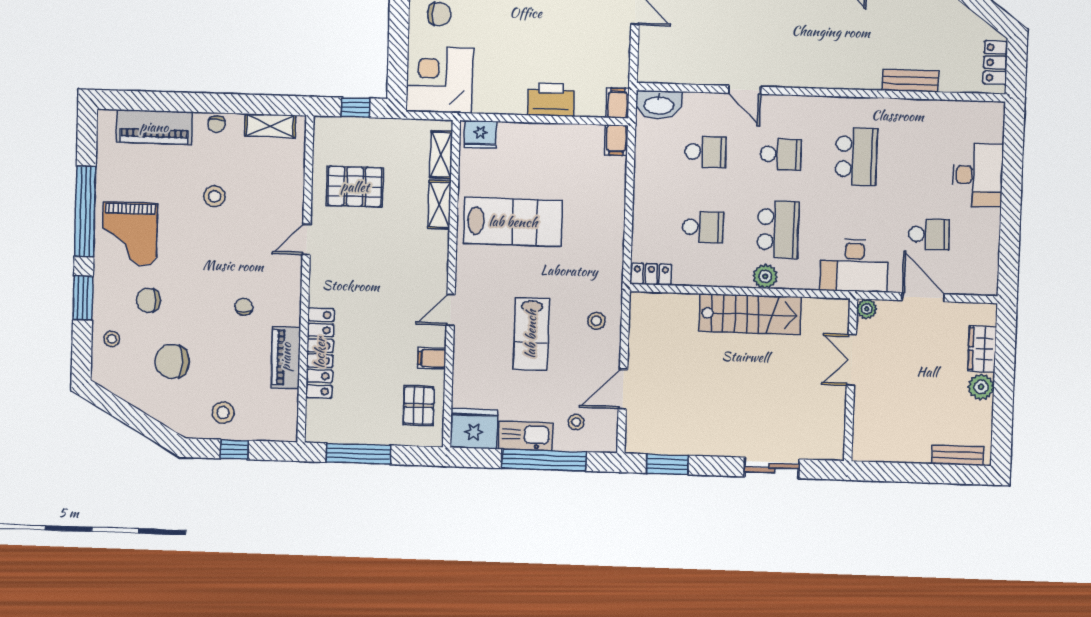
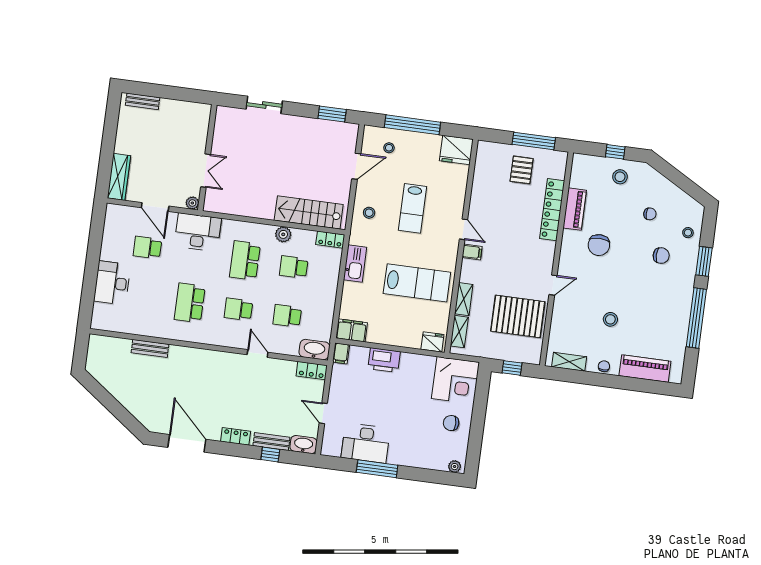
locker: (995, 63) -> (312, 371), moved, turned 90
filing cabinet: (616, 140) -> (352, 330), width x2.00
pallet: (355, 187) -> (518, 316), width x1.37, depth x1.41
lab bench: (513, 222) -> (417, 283), turned 180
grand piano: (130, 234) -> (669, 300), removed
plant: (765, 276) -> (283, 234), moved
chair: (244, 307) -> (599, 245), width x1.87, depth x1.87
door: (451, 310) -> (464, 229), hinge flipped
stairs: (750, 314) -> (309, 212), moved
lab bench: (531, 334) -> (412, 208), turned 180
wardrobe: (982, 349) -> (119, 177), width x1.50
filing cabinet: (432, 358) -> (472, 252), moved
chair: (172, 361) -> (650, 214), width x0.54, depth x0.54
plant: (981, 387) -> (123, 145), removed
pallet: (419, 406) -> (522, 170), moved
kitchen sink: (526, 436) -> (355, 263), moved, turned -90

